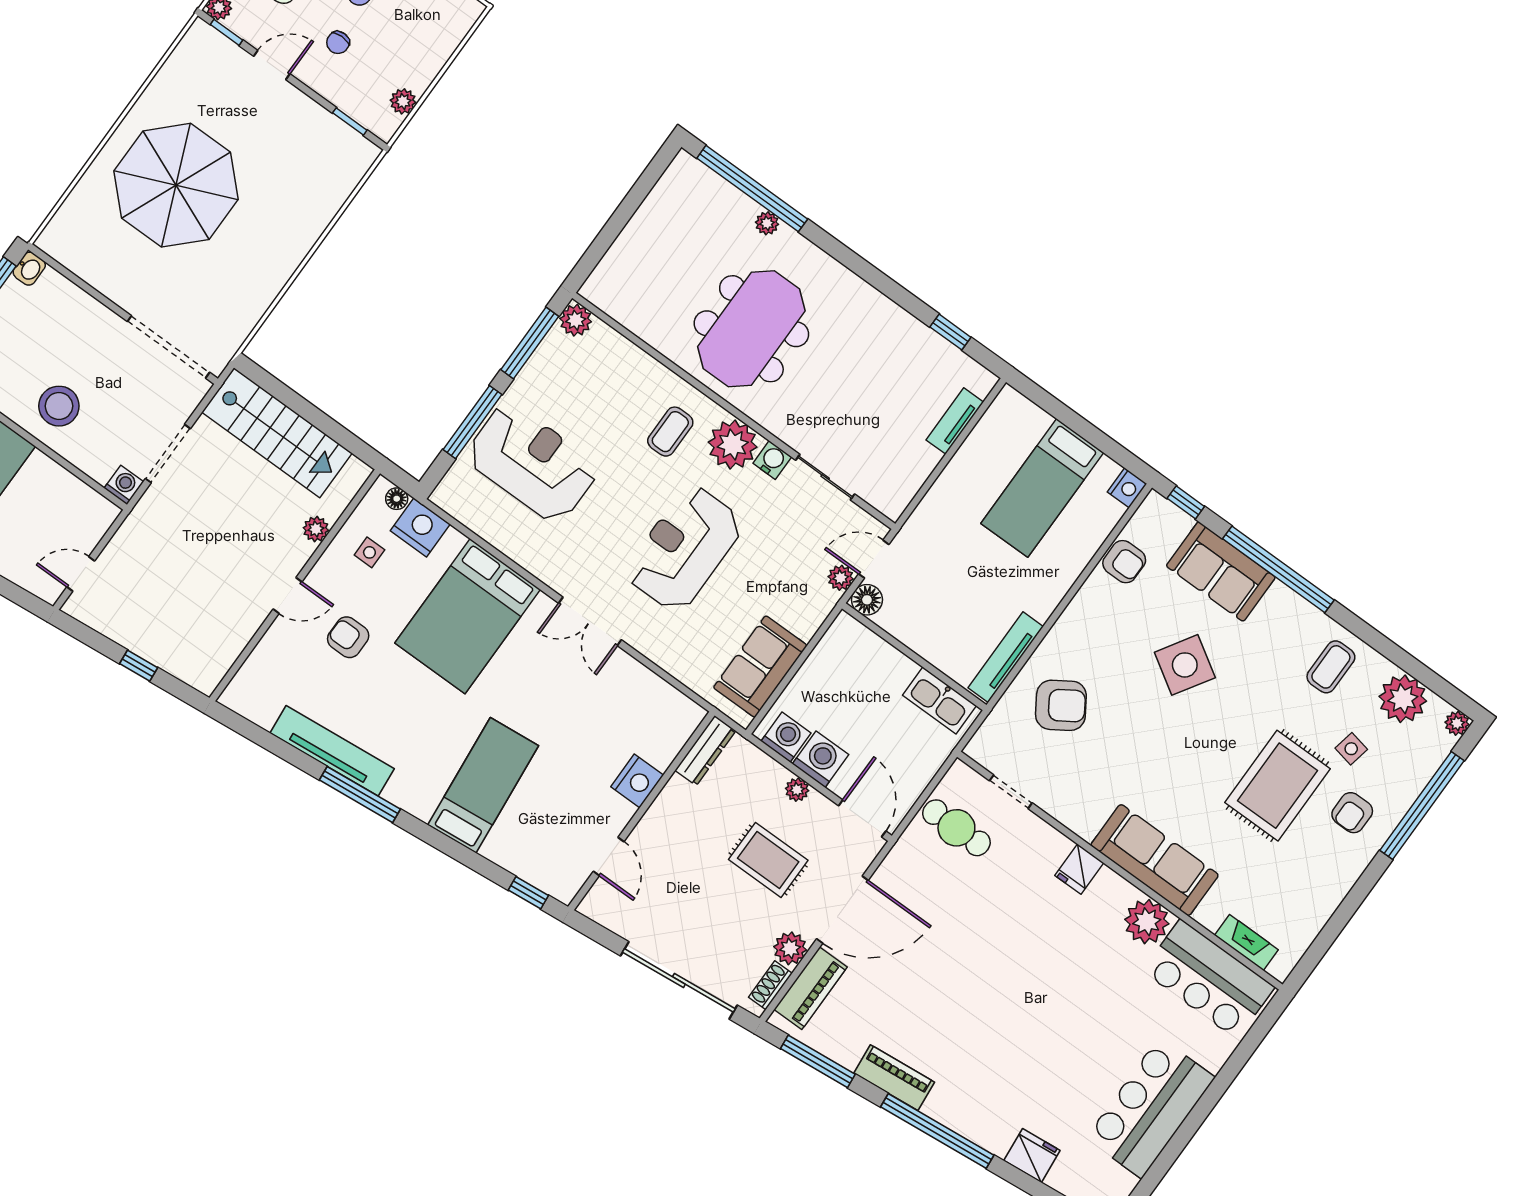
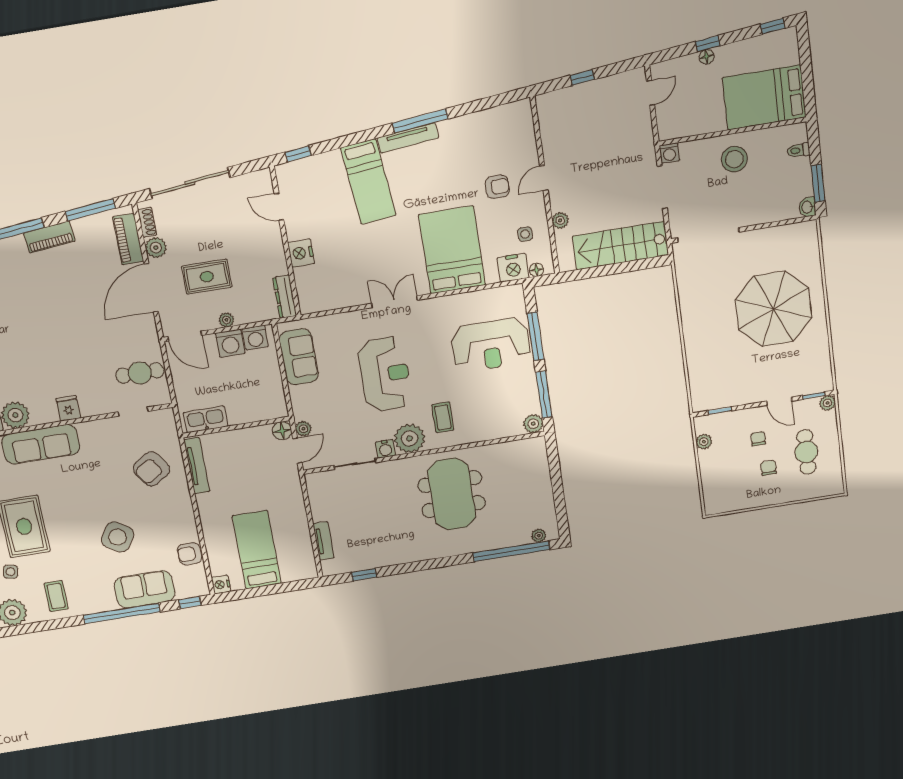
door: (272, 65) -> (779, 401), hinge flipped
plant: (767, 223) -> (539, 536), moved
tv unit: (332, 751) -> (408, 138), moved, width x0.73, depth x0.78

